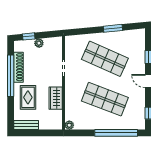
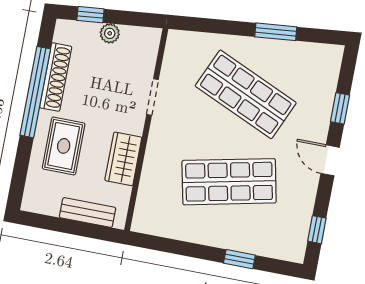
shop shelf: (105, 99) -> (229, 182), turned -33
bench: (26, 125) -> (88, 213), moved
plant: (69, 125) -> (141, 223), removed
window: (116, 133) -> (239, 259), width x0.32

